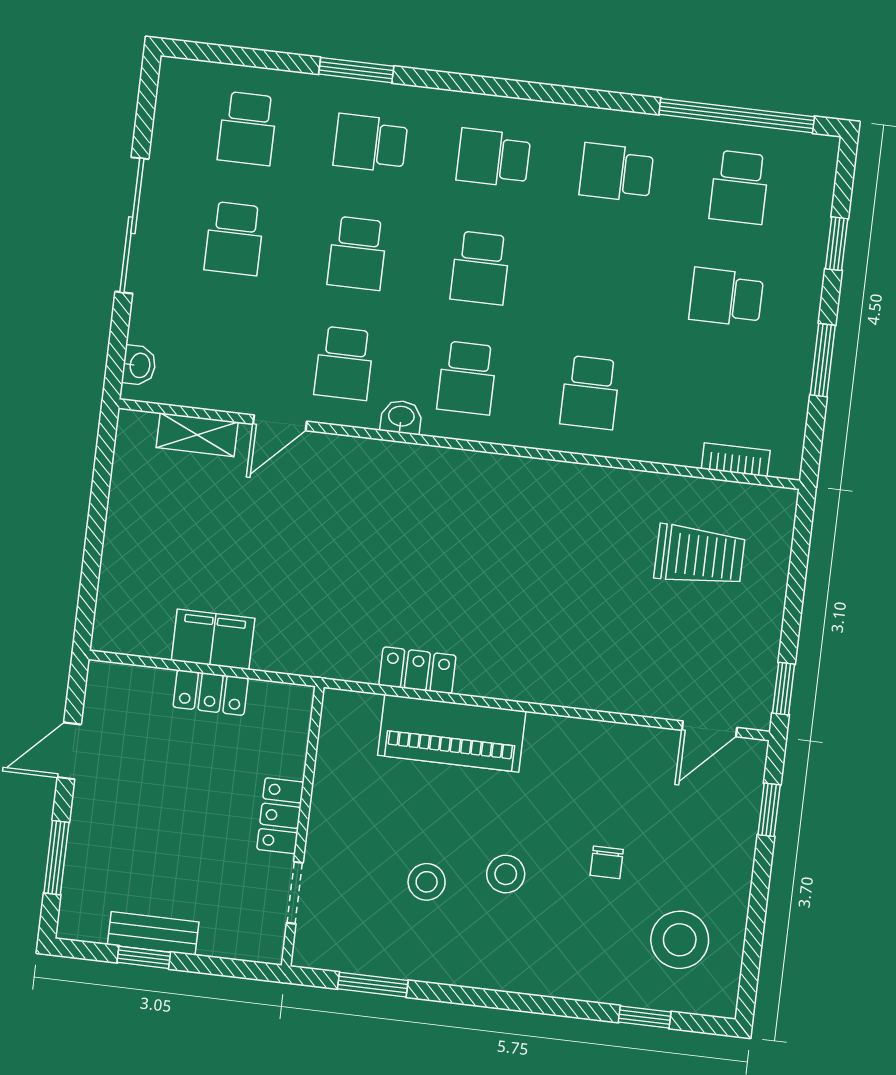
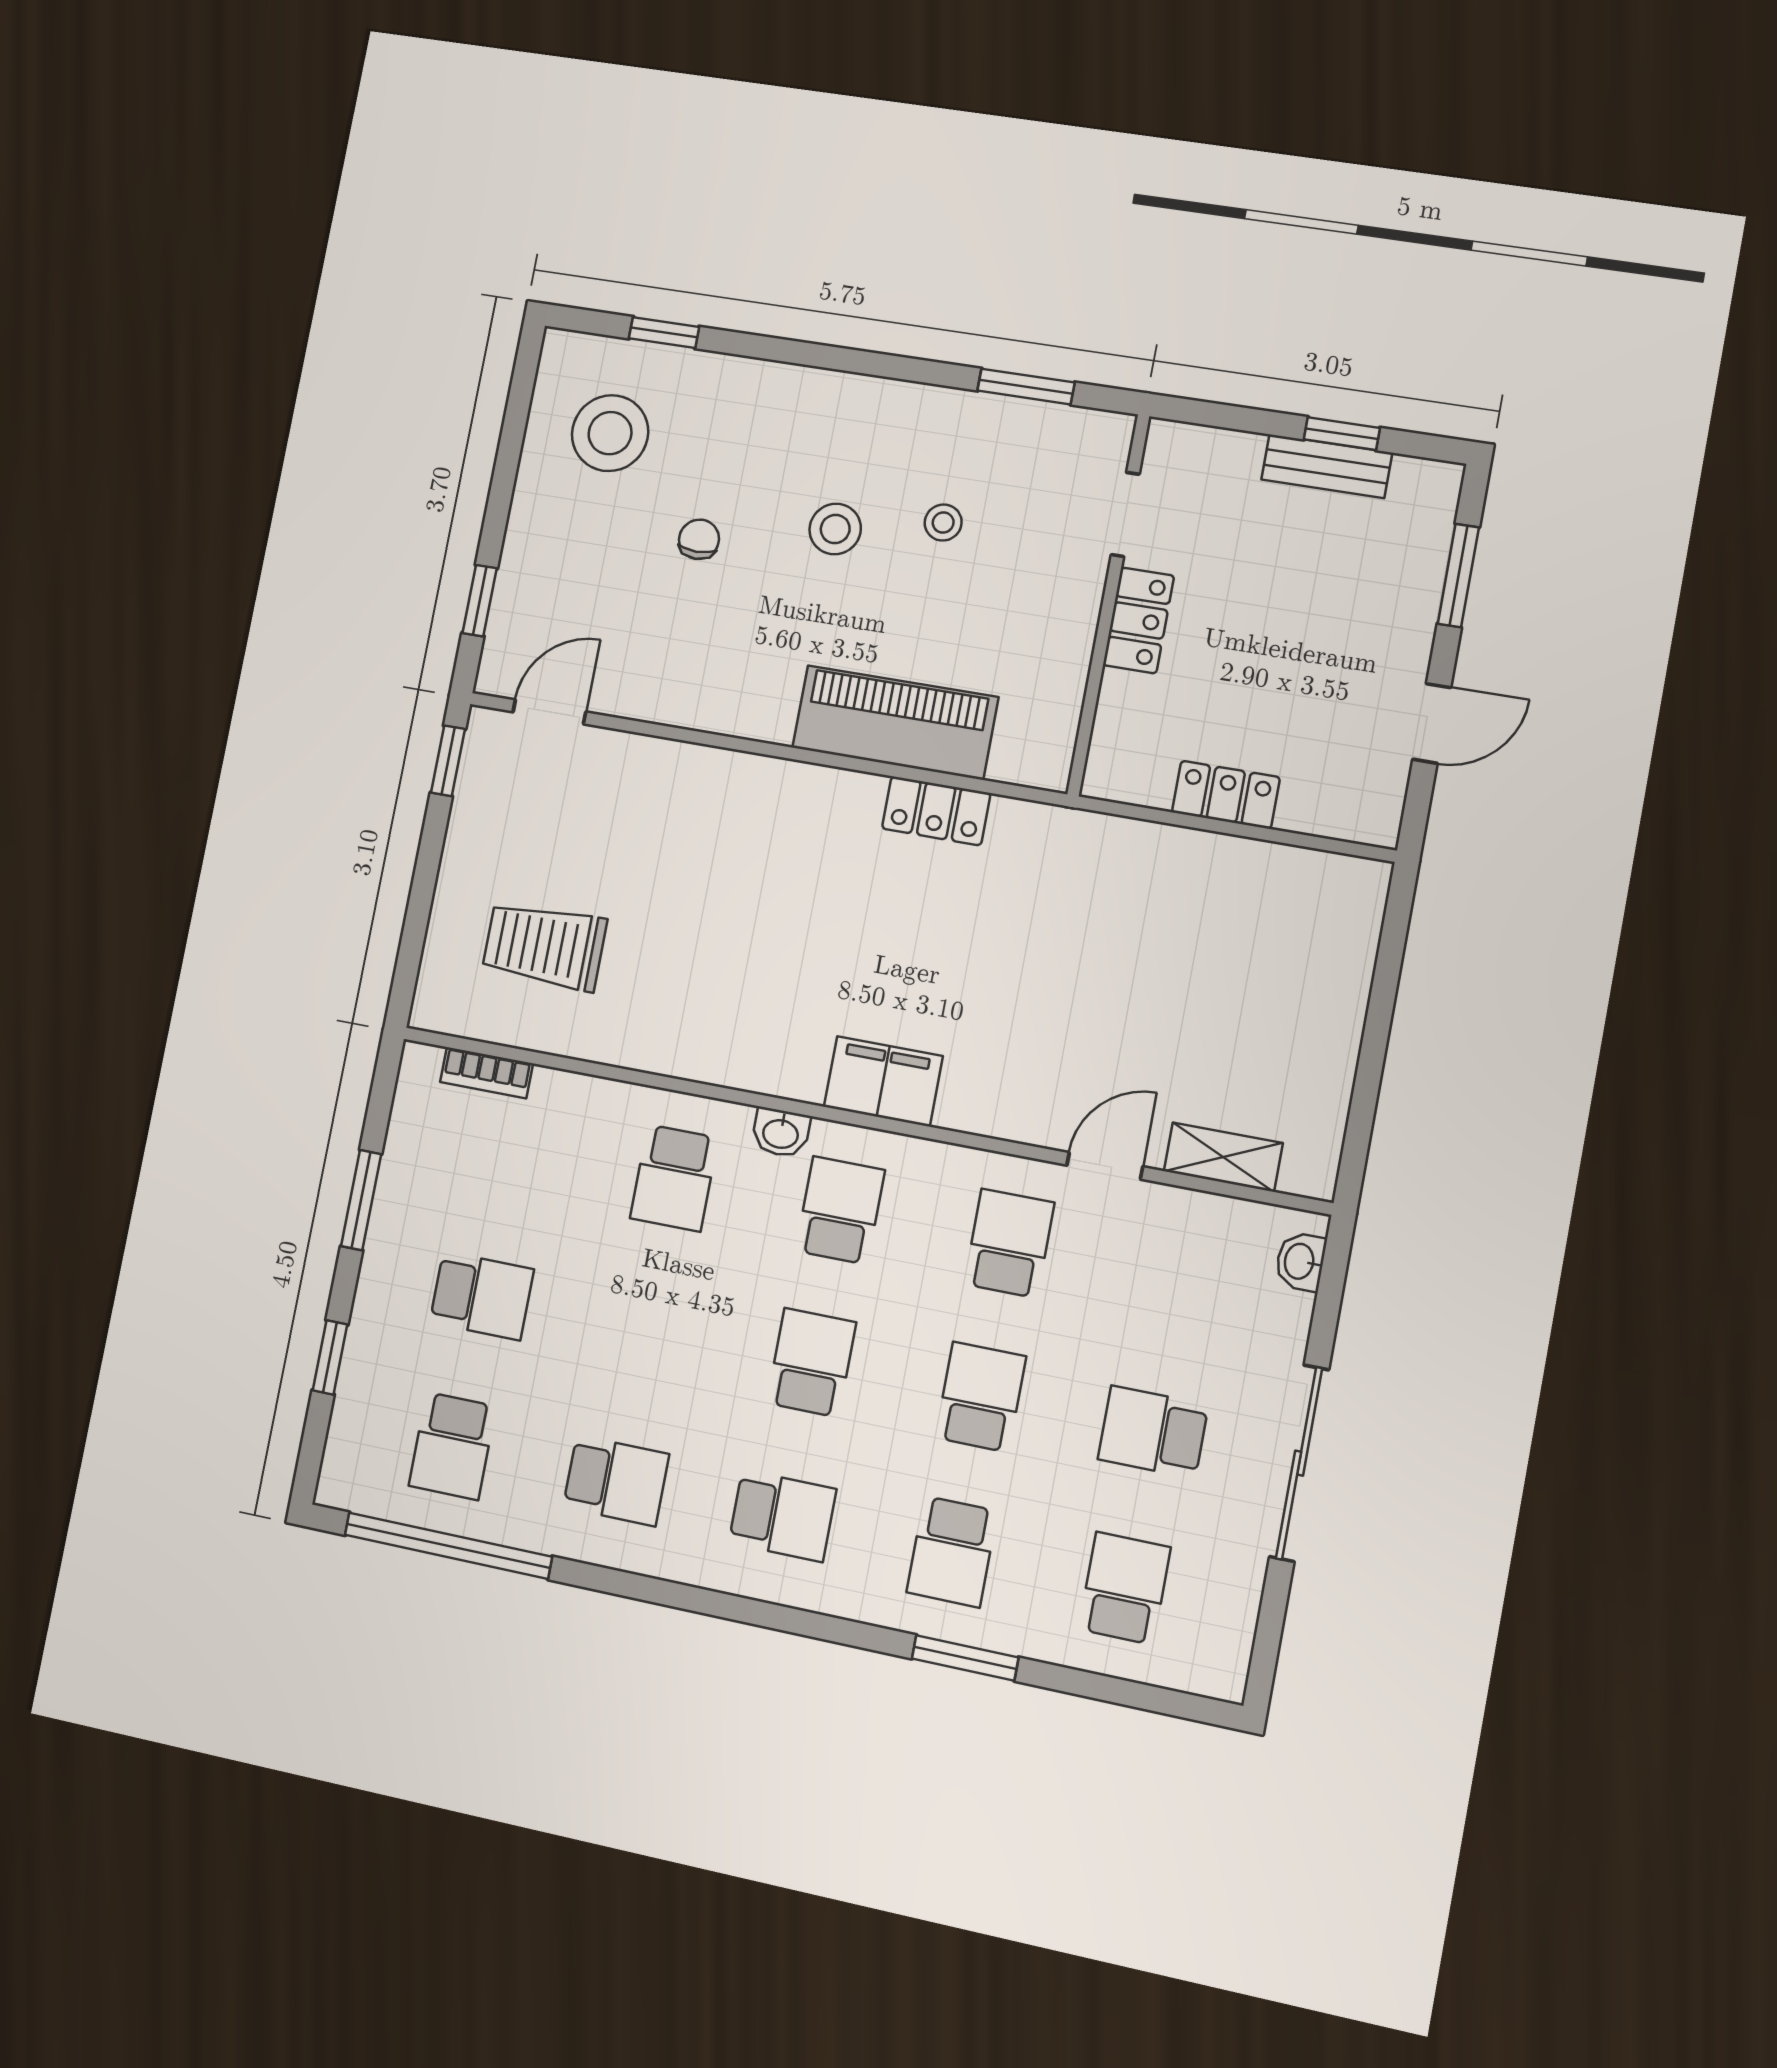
school desk: (370, 143) -> (952, 1552), turned 90
school desk: (739, 187) -> (452, 1446), turned 180
school desk: (234, 239) -> (1153, 1432), turned -90
school desk: (590, 393) -> (674, 1178), turned 180
washbasin: (401, 417) -> (781, 1133), moved
filing cabinet: (213, 639) -> (883, 1081), moved, turned 180
stool: (427, 882) -> (943, 523), width x0.73, depth x0.73

